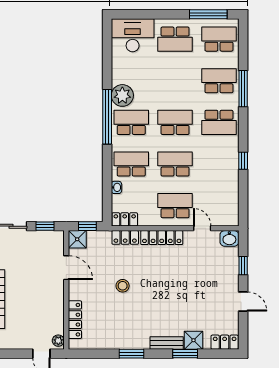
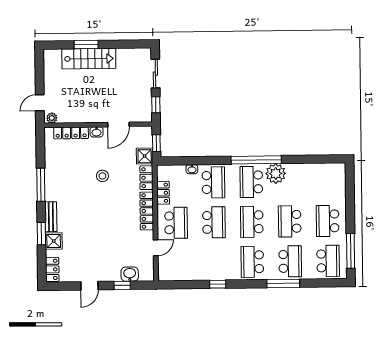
desk: (133, 35) -> (331, 182), removed
school desk: (175, 81) -> (290, 221), added
school desk: (131, 122) -> (251, 182), turned 180
school desk: (175, 122) -> (252, 222), turned 180
locker: (125, 219) -> (163, 193), moved
washbasin: (229, 238) -> (130, 274), moved, turned 90
shower: (77, 239) -> (145, 156), moved
washbasin: (74, 292) -> (96, 132), added
window: (131, 354) -> (41, 185), width x1.44

